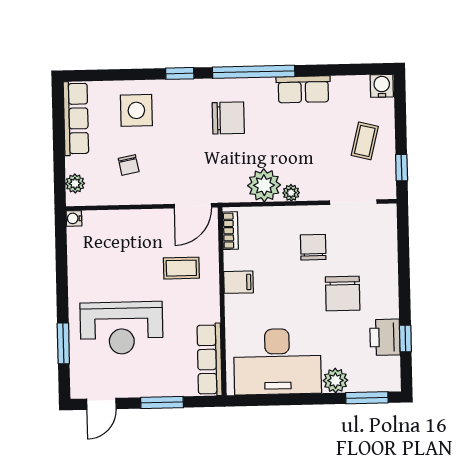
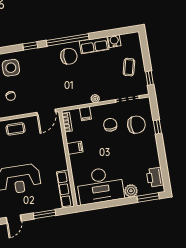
water cooler: (382, 86) -> (114, 41), moved
chair: (228, 118) -> (69, 56), moved
plant: (264, 185) -> (81, 97), removed
filing cabinet: (268, 219) -> (85, 114), added
coffee table: (181, 268) -> (16, 129), moved
chair: (343, 294) -> (136, 125), moved, turned -90
printer: (385, 337) -> (155, 177), moved
window: (405, 338) -> (157, 127), moved

